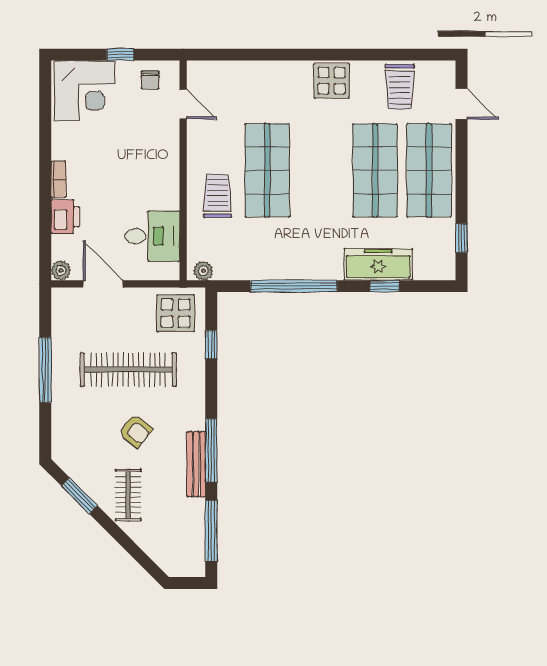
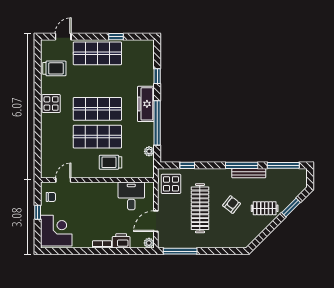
shop shelf: (375, 170) -> (97, 109), moved
window: (461, 238) -> (116, 37), moved
freezer: (378, 264) -> (146, 104), moved
plant: (203, 271) -> (149, 151), moved
window: (45, 370) -> (180, 251), moved
window: (79, 496) -> (291, 207), moved

